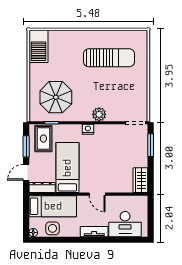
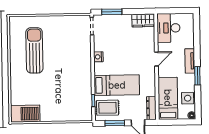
parasol: (56, 97) -> (70, 97), removed
plant: (99, 114) -> (85, 58), removed
nightstand: (88, 129) -> (98, 57), moved
bed: (67, 168) -> (117, 85), moved, turned 180
desk: (125, 224) -> (168, 28), moved, turned 180
window: (77, 240) -> (197, 76), added

